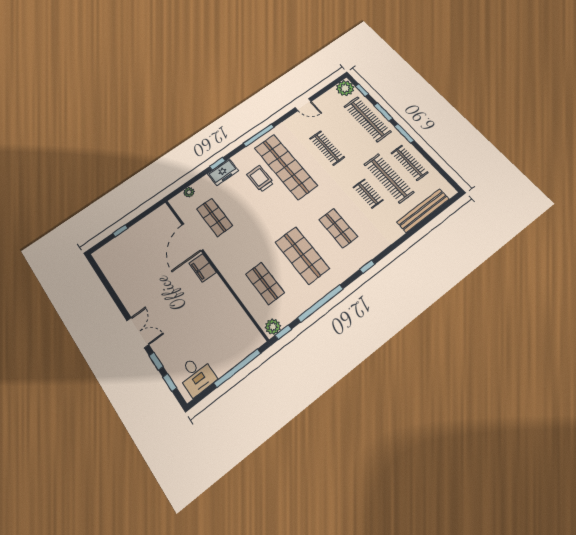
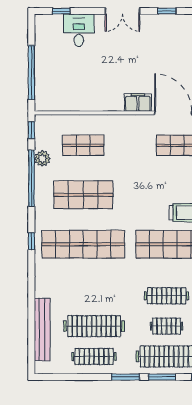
clothes rail: (368, 194) -> (166, 326), moved
shop shelf: (338, 228) -> (83, 244), width x2.00, depth x1.36
plant: (273, 327) -> (42, 158), moved
window: (156, 361) -> (167, 11), moved
desk: (196, 375) -> (79, 30), moved, turned 90

